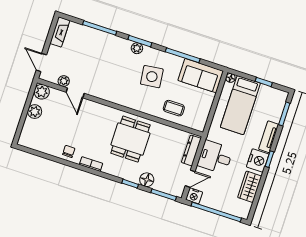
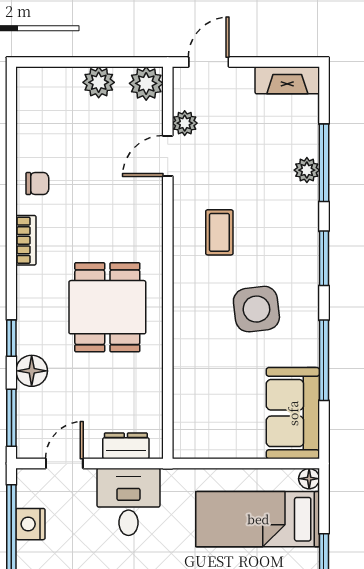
plant: (137, 48) -> (307, 170), moved
coffee table: (174, 108) -> (219, 232), moved
dining table: (130, 139) -> (107, 307), turned 90
dresser: (191, 150) -> (126, 446), width x0.70
door: (190, 179) -> (64, 463), swing flipped
nightstand: (194, 196) -> (30, 524), moved

